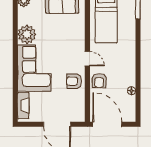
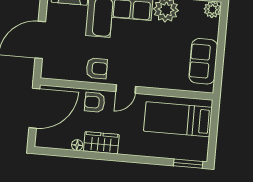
wardrobe: (128, 73) -> (101, 143), added
armchair: (74, 81) -> (97, 68), turned 90

